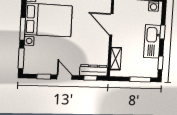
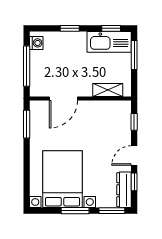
kitchen sink: (152, 41) -> (109, 42), moved
dresser: (94, 70) -> (124, 190), moved

